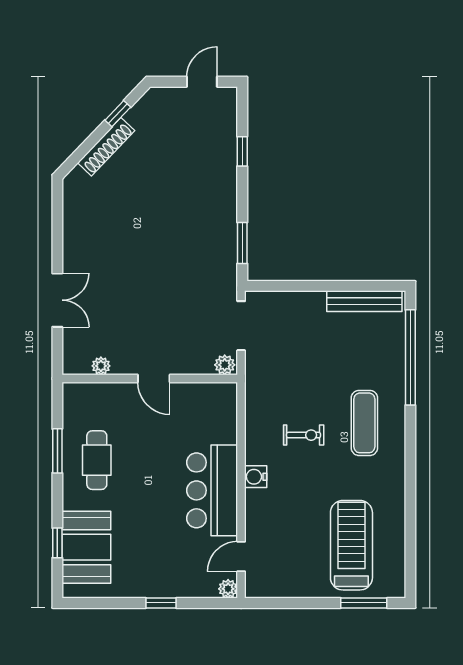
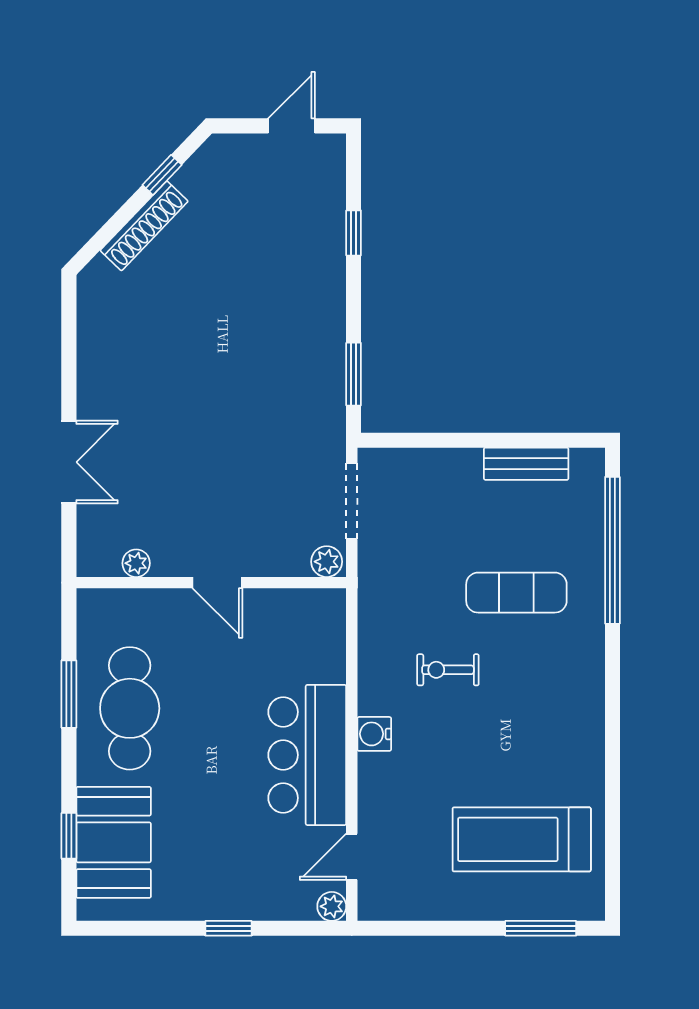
bench: (364, 301) -> (526, 464), width x0.73
exercise mat: (364, 423) -> (516, 593), moved, turned 90
exercise bike: (304, 435) -> (448, 670), turned 180
cafe table: (97, 460) -> (130, 708), width x1.37, depth x1.35
treadmill: (351, 545) -> (522, 839), turned -90

